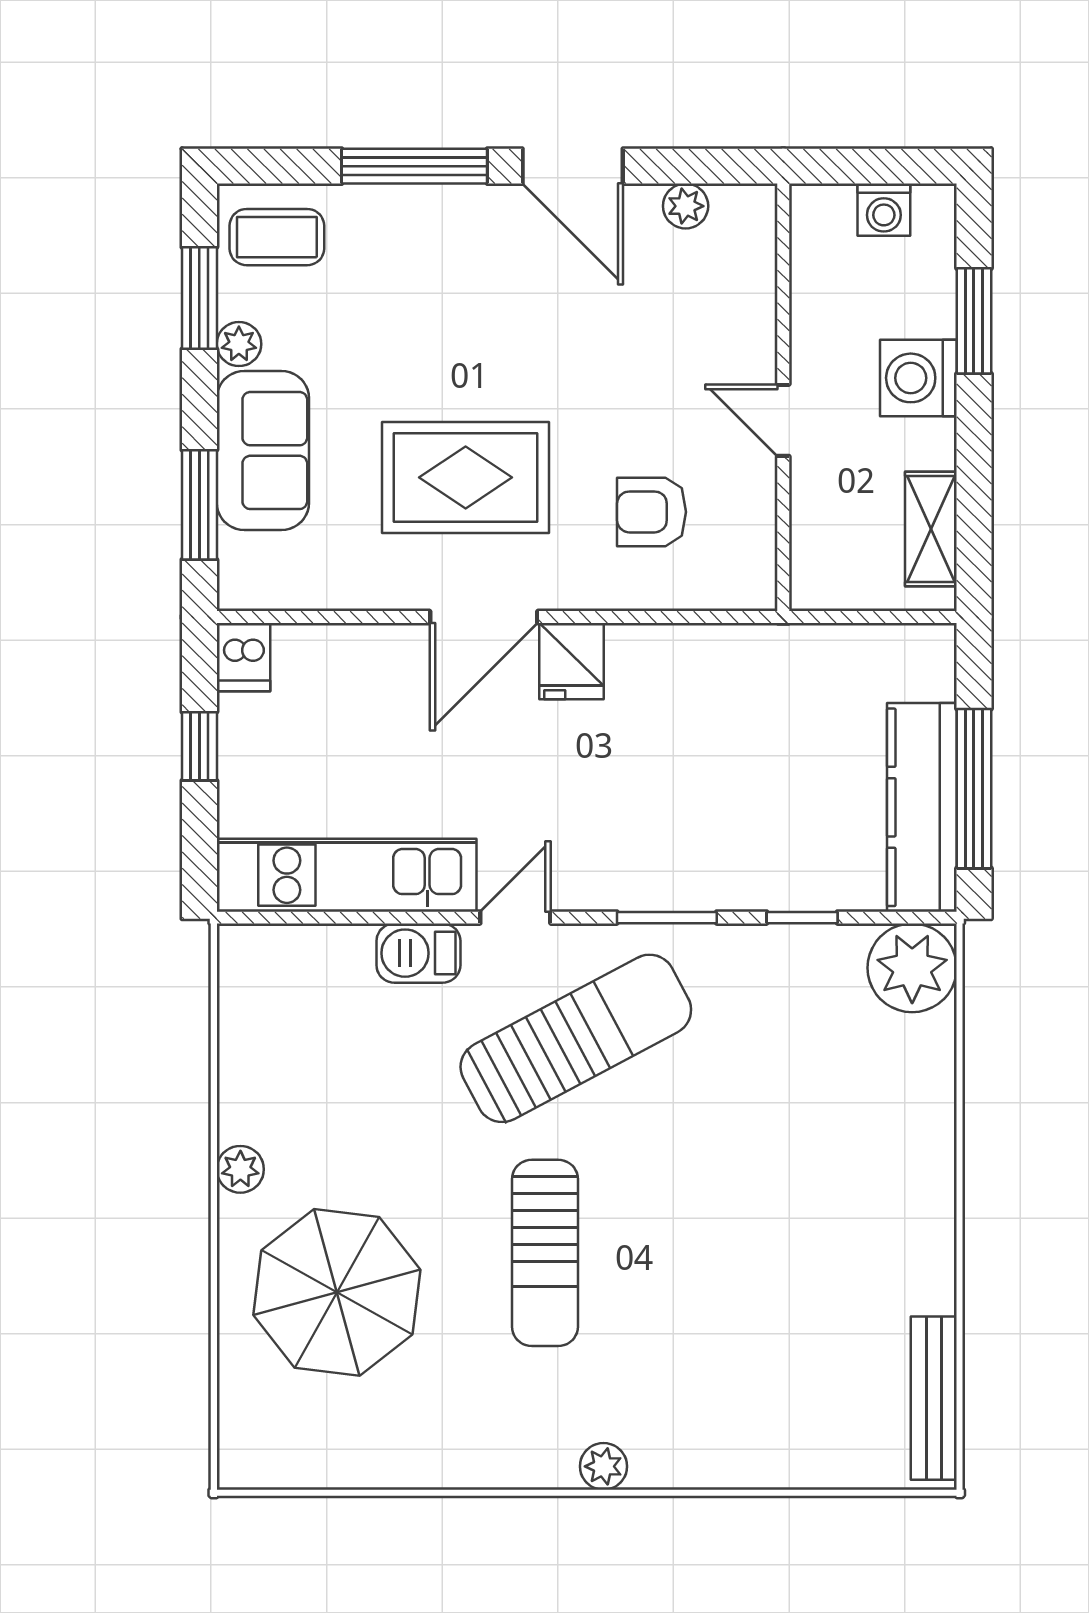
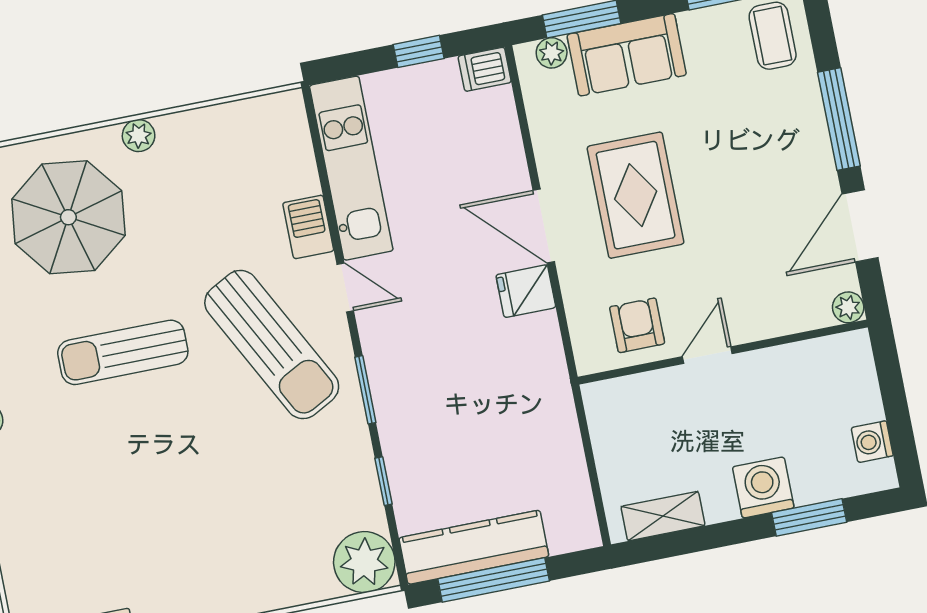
plant: (239, 344) -> (552, 53), moved
wall: (783, 397) -> (723, 352), moved
door: (783, 420) -> (707, 355), moved

